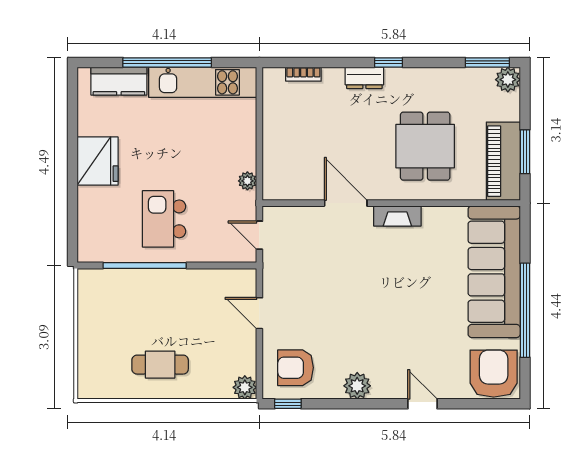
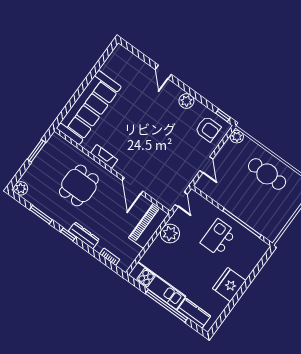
window: (487, 62) -> (41, 215), moved
dresser: (364, 78) -> (84, 235), width x1.44
piano: (503, 161) -> (149, 226), moved, turned 180
plant: (247, 181) -> (170, 234), width x1.87, depth x1.87
fireplace: (397, 216) -> (104, 156), moved
kitchen island: (164, 219) -> (218, 237), turned 180
window: (525, 310) -> (88, 80), removed
cafe table: (160, 365) -> (267, 174), width x1.37, depth x1.35
armchair: (494, 374) -> (122, 62), removed

